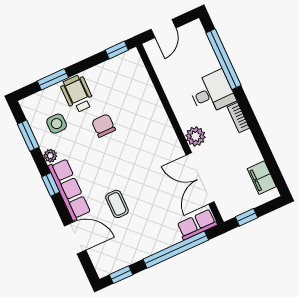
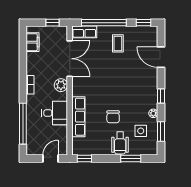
desk: (212, 93) -> (55, 113), moved, turned 180
row of seats: (69, 189) -> (78, 117), moved, turned 180
coffee table: (117, 204) -> (118, 43), moved

